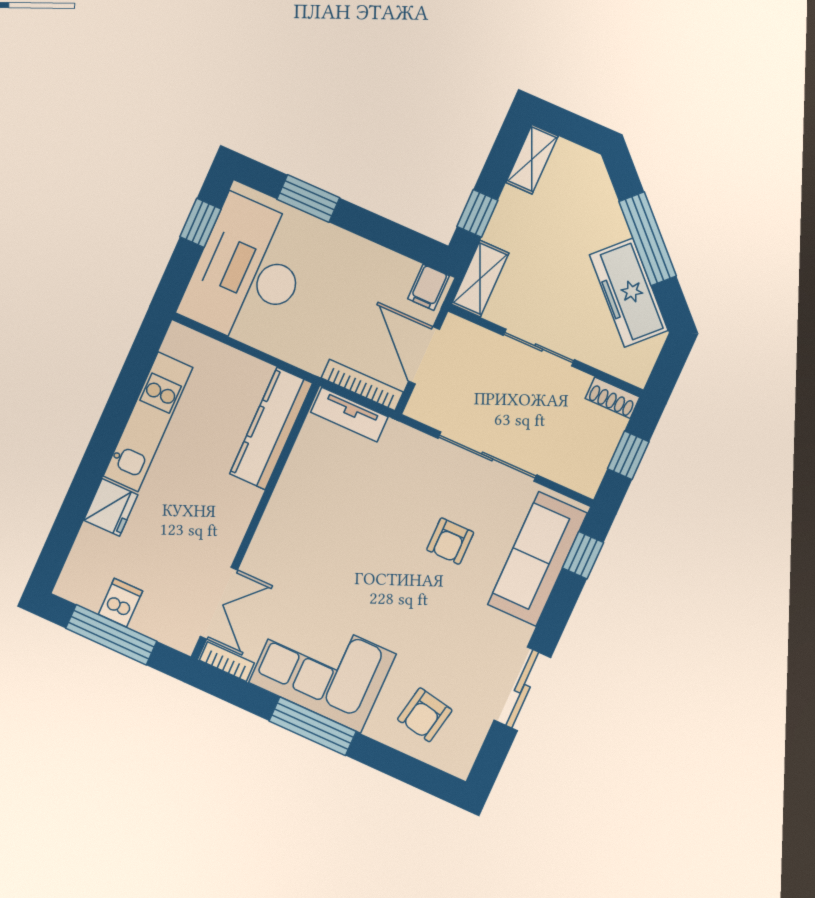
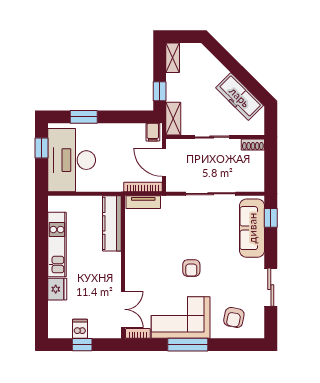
window: (648, 239) -> (237, 70), removed
window: (628, 455) -> (271, 166), removed
armchair: (450, 541) -> (191, 268), moved
window: (111, 635) -> (82, 345), width x0.46

